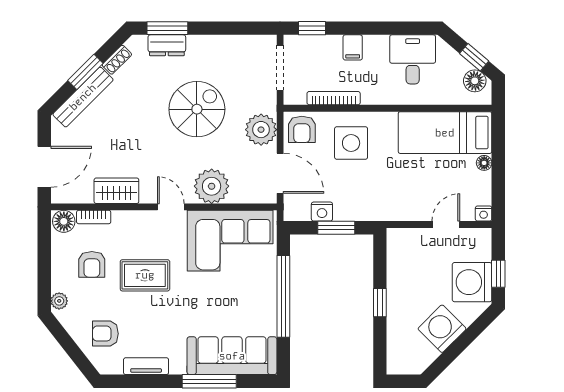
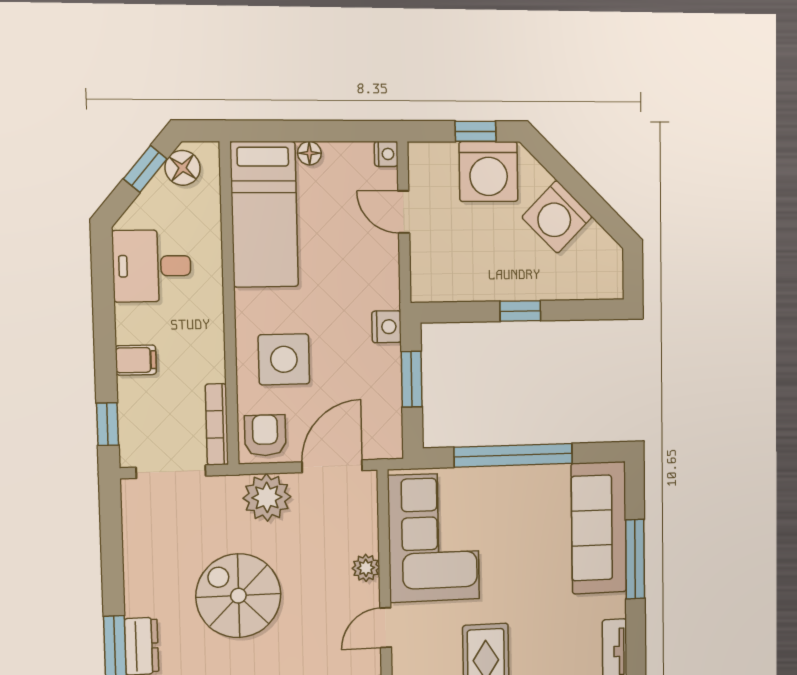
bookcase: (334, 98) -> (217, 424), moved
armchair: (302, 129) -> (265, 435), turned -90
plant: (212, 186) -> (366, 568), width x0.53, depth x0.53
nightstand: (322, 212) -> (387, 327), moved

